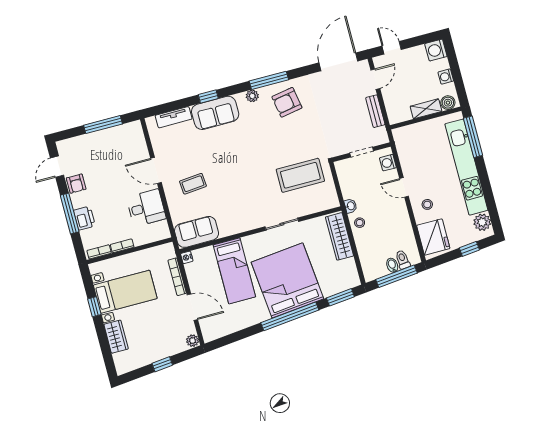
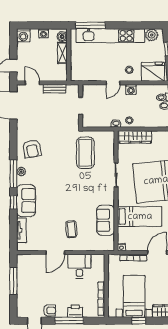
window: (269, 80) -> (13, 174), moved
washing machine: (388, 163) -> (131, 90), moved
sofa: (197, 232) -> (106, 220), moved

